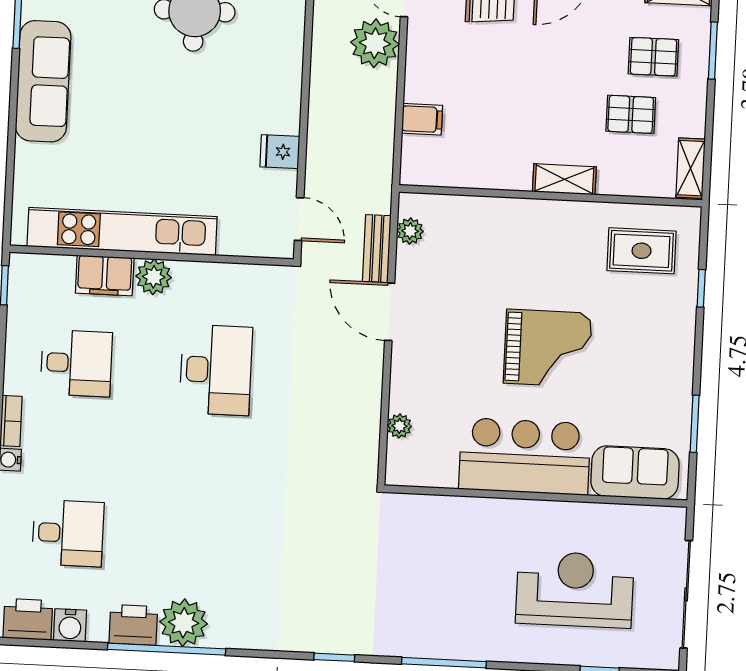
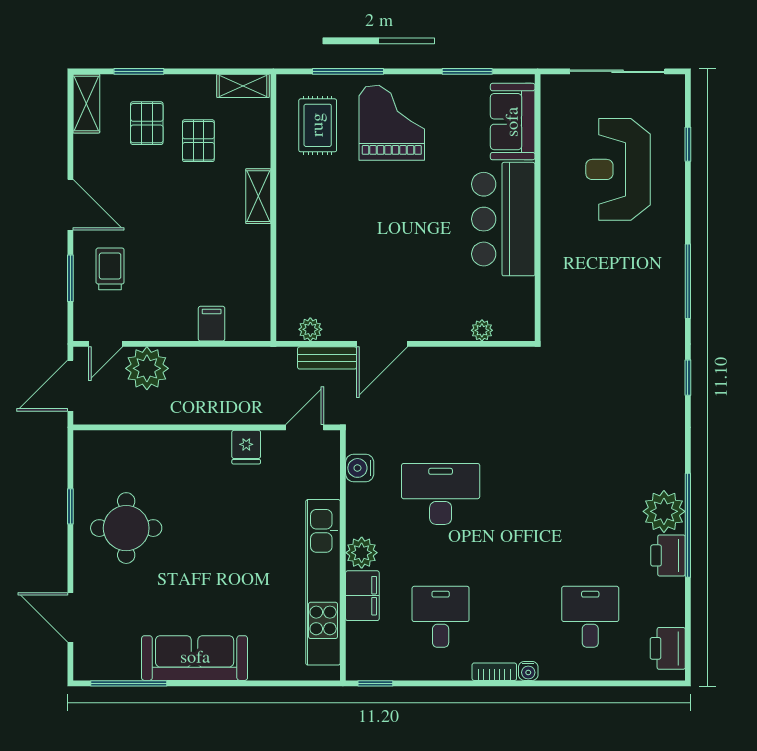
window: (701, 288) -> (348, 71), width x2.17
grand piano: (548, 348) -> (392, 123), moved
water cooler: (70, 625) -> (360, 468), moved, turned 180

